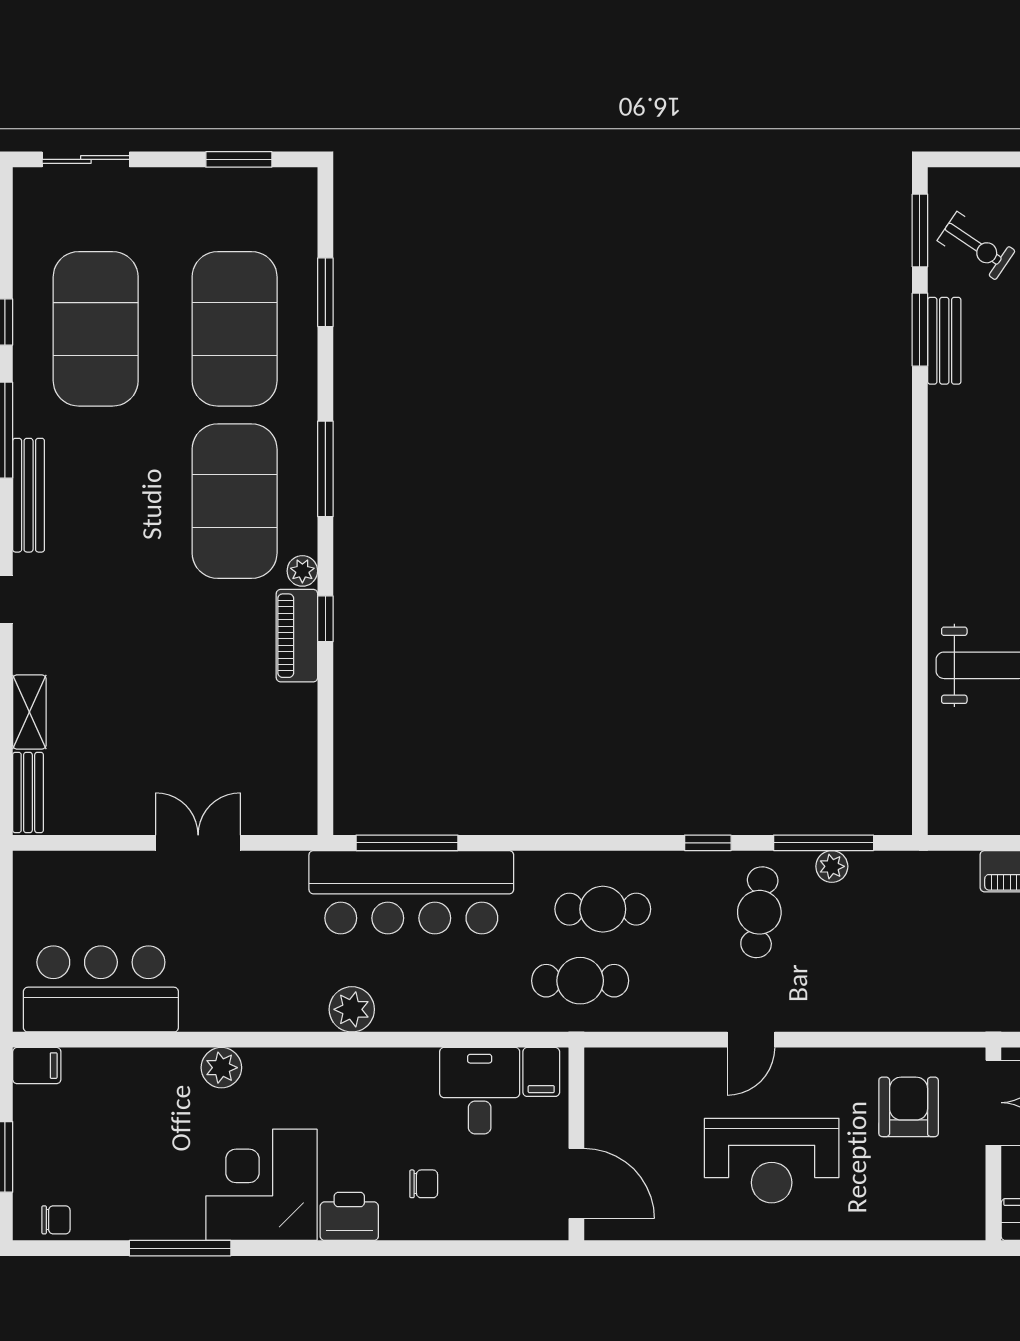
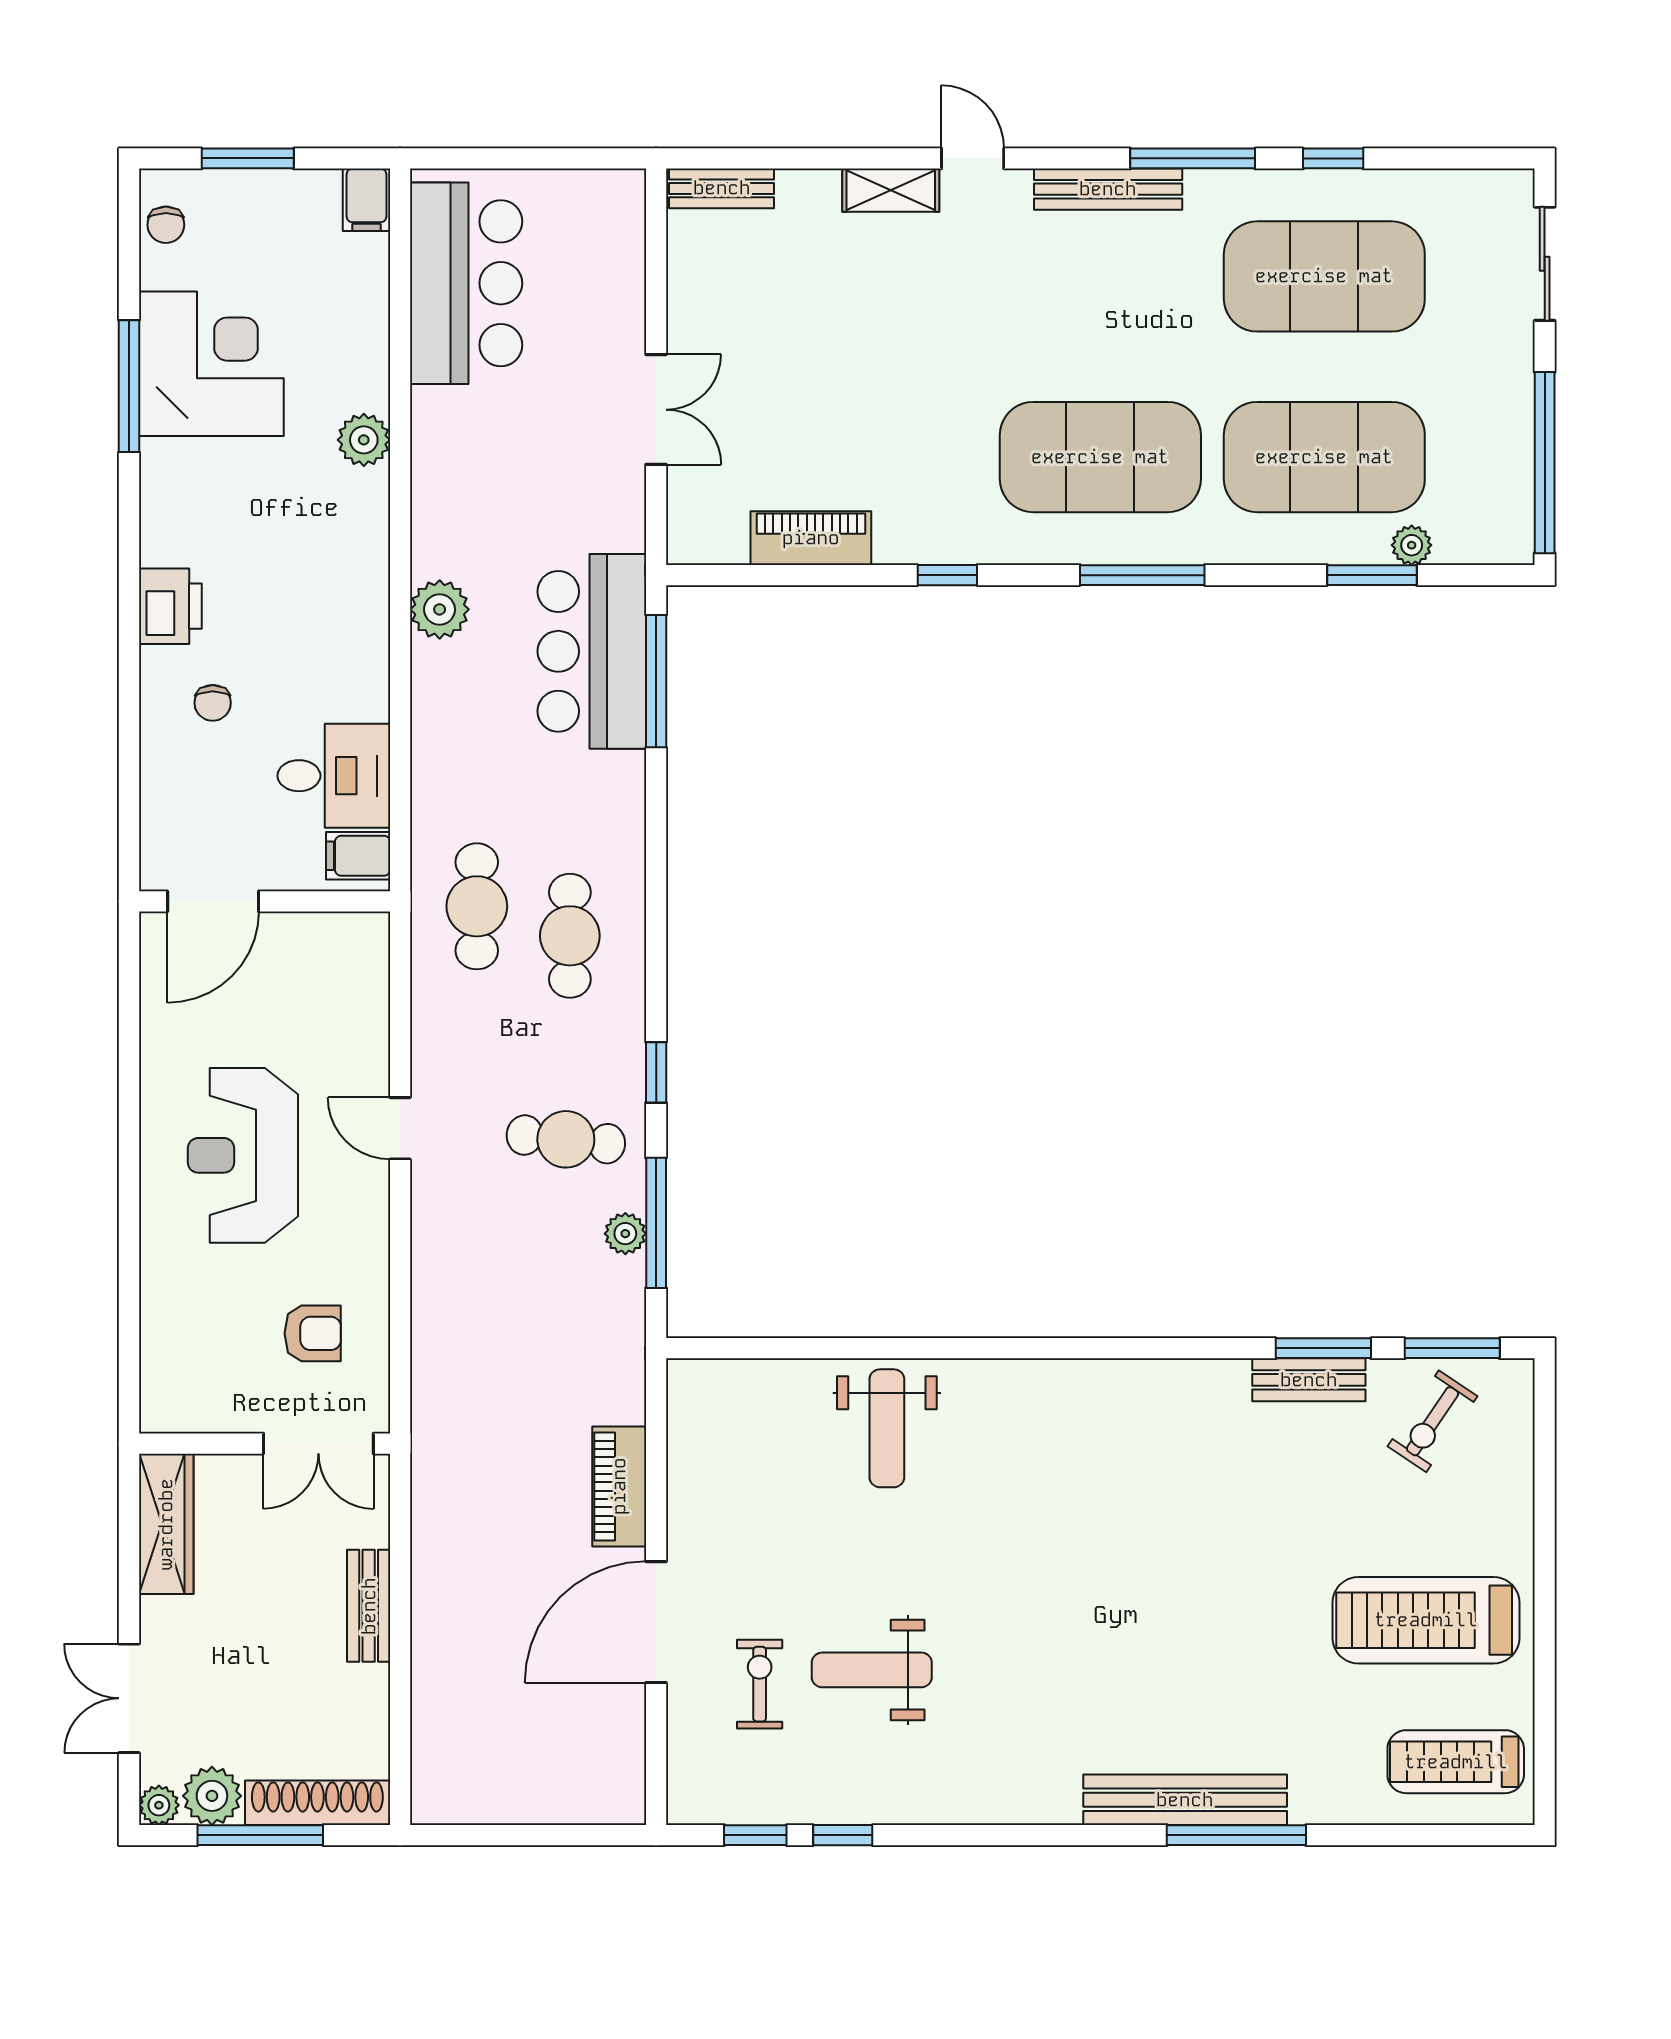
window: (239, 159) -> (1545, 463), width x2.11
plant: (302, 571) -> (1412, 545), moved
piano: (297, 636) -> (811, 538), moved
shelving: (29, 712) -> (891, 190), moved
bar counter: (411, 892) -> (592, 651), width x0.73
armchair: (909, 1107) -> (313, 1333), width x0.72, depth x0.72
corner desk: (261, 1185) -> (211, 364), moved

